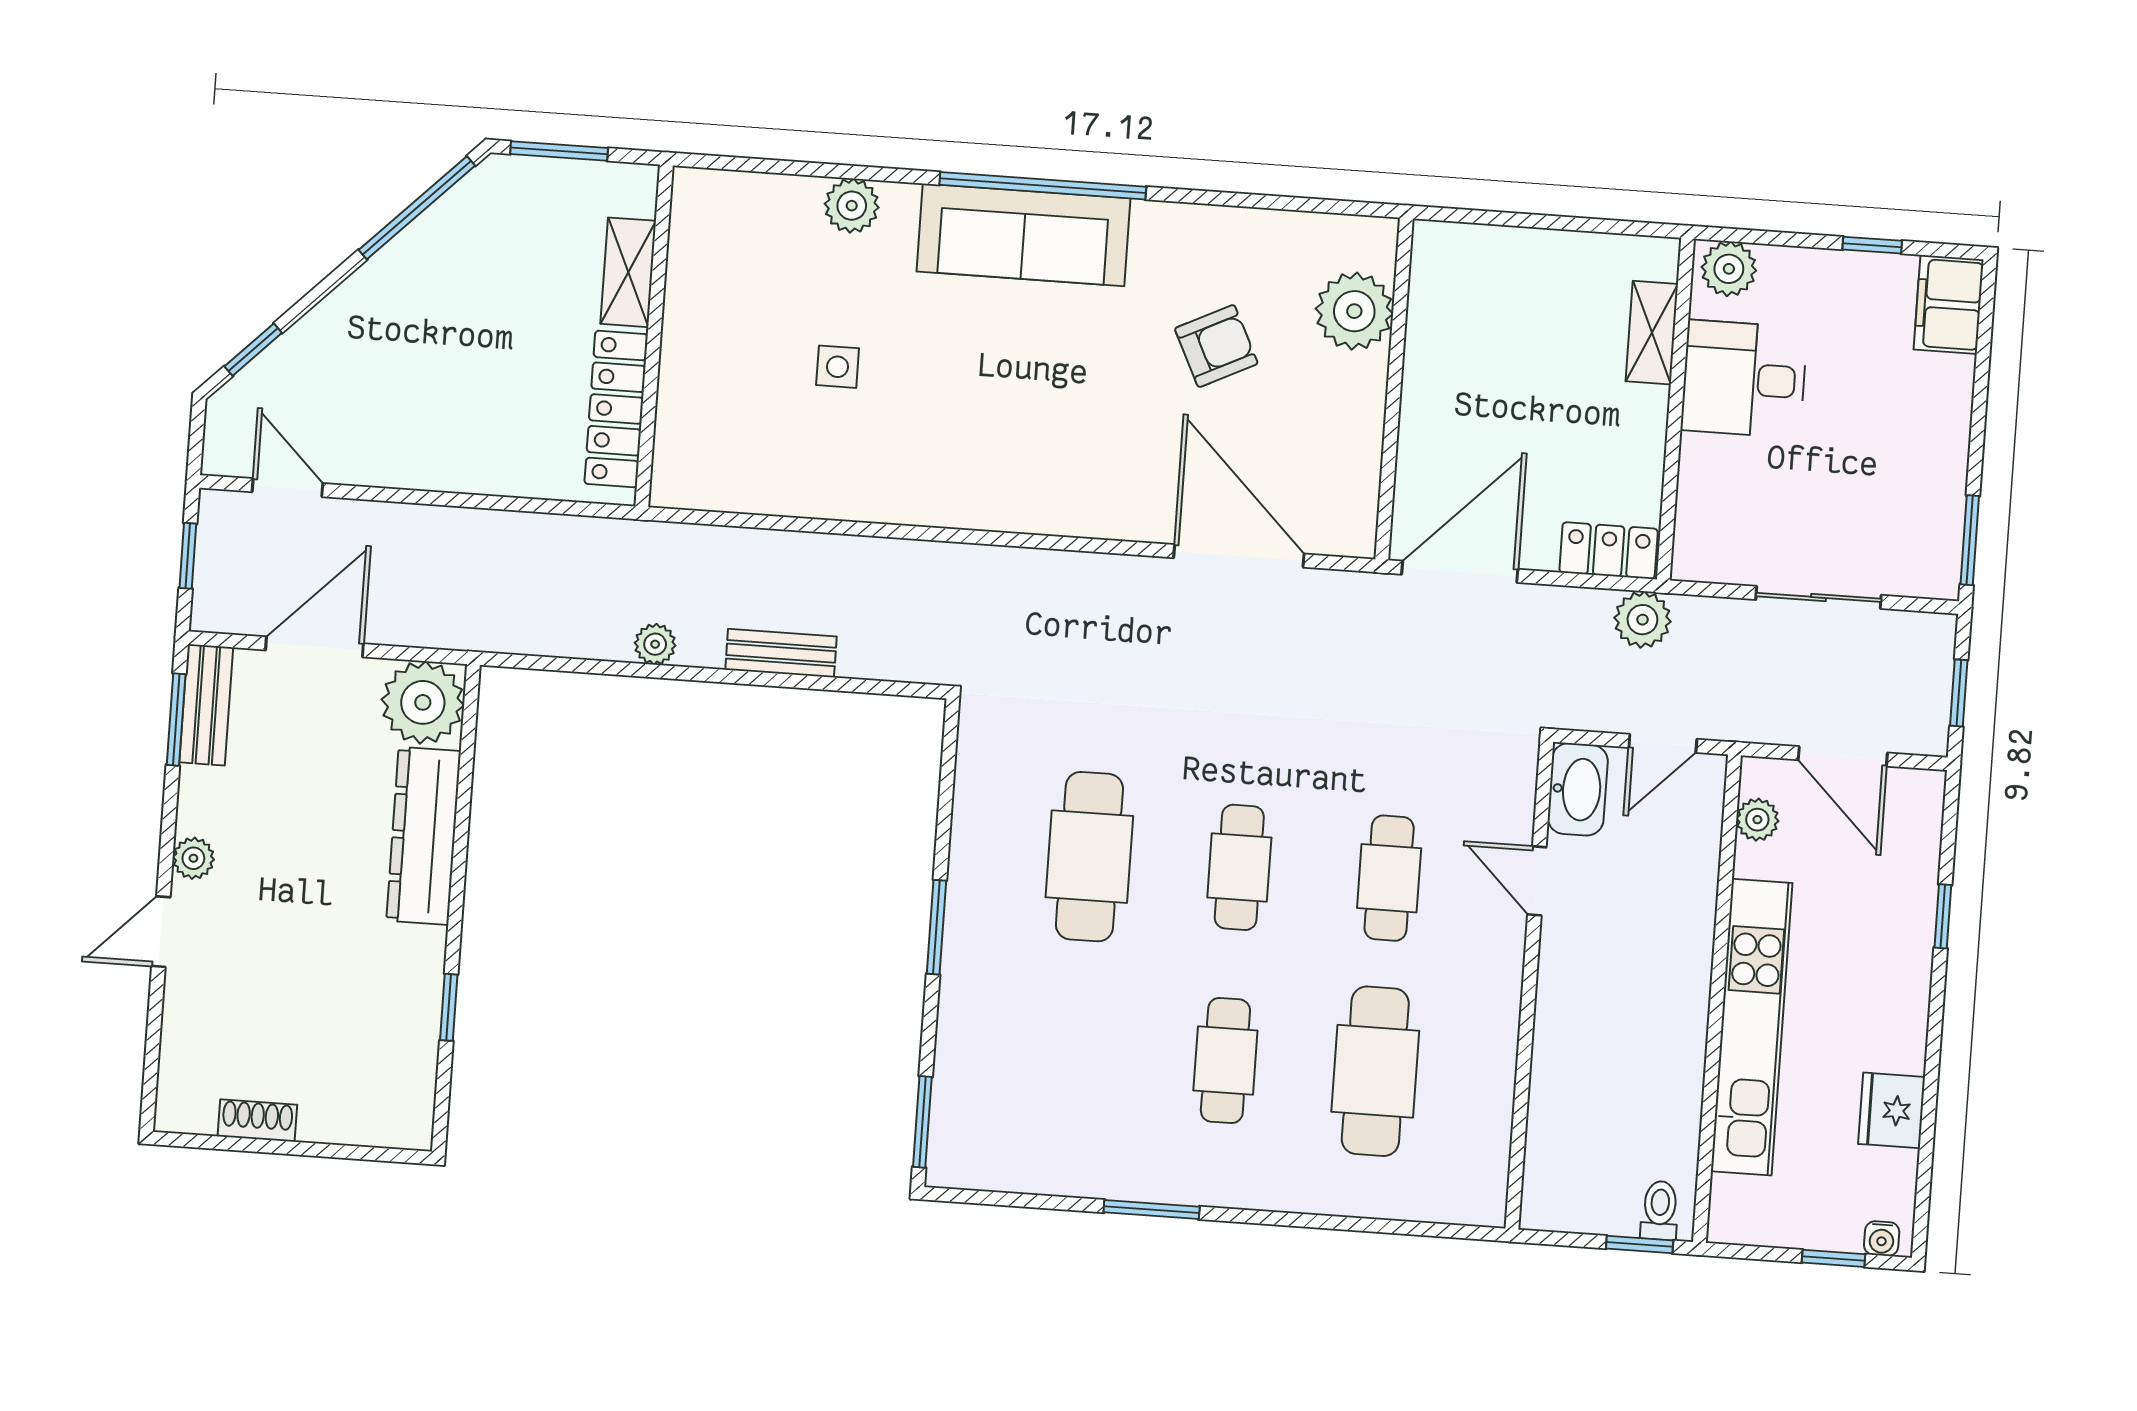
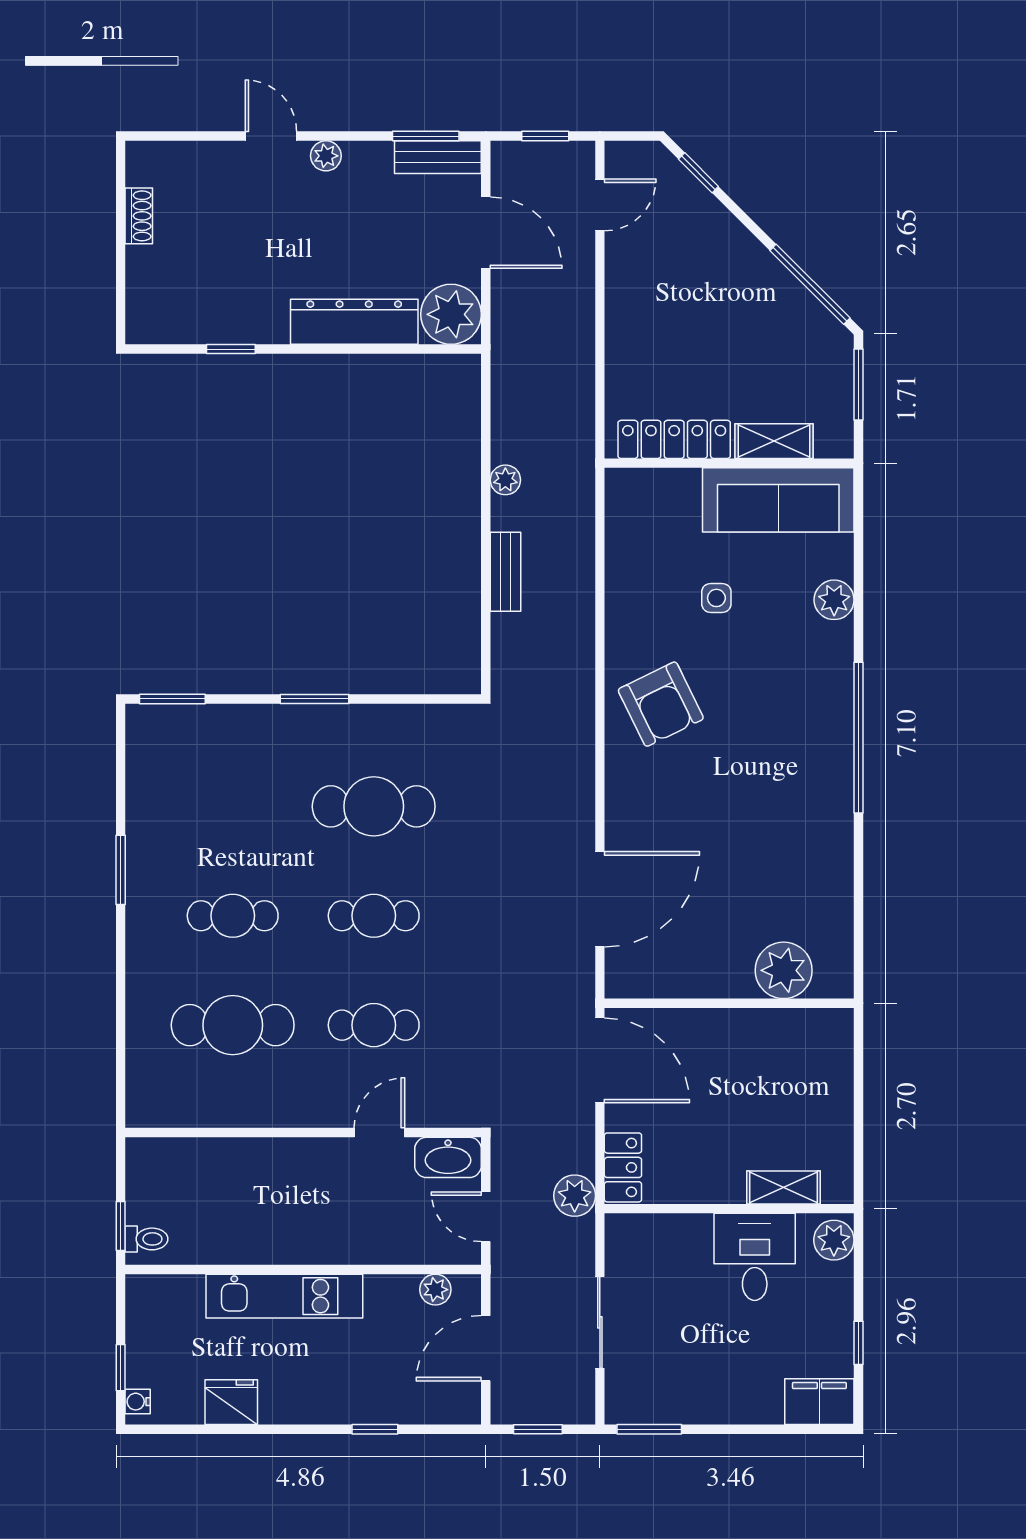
sofa: (1023, 235) -> (778, 500), moved, turned -90
armchair: (1216, 346) -> (661, 704), moved, width x1.38, depth x1.38
kitchen unit: (1752, 1027) -> (284, 1296), width x0.73

